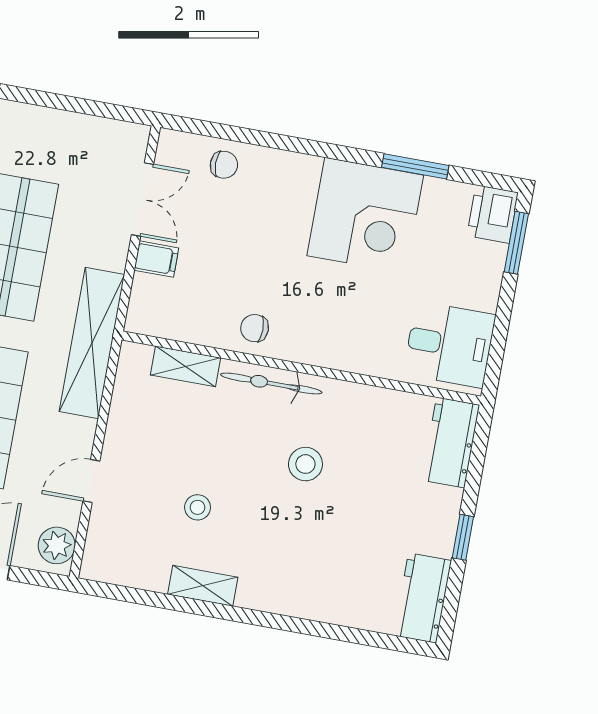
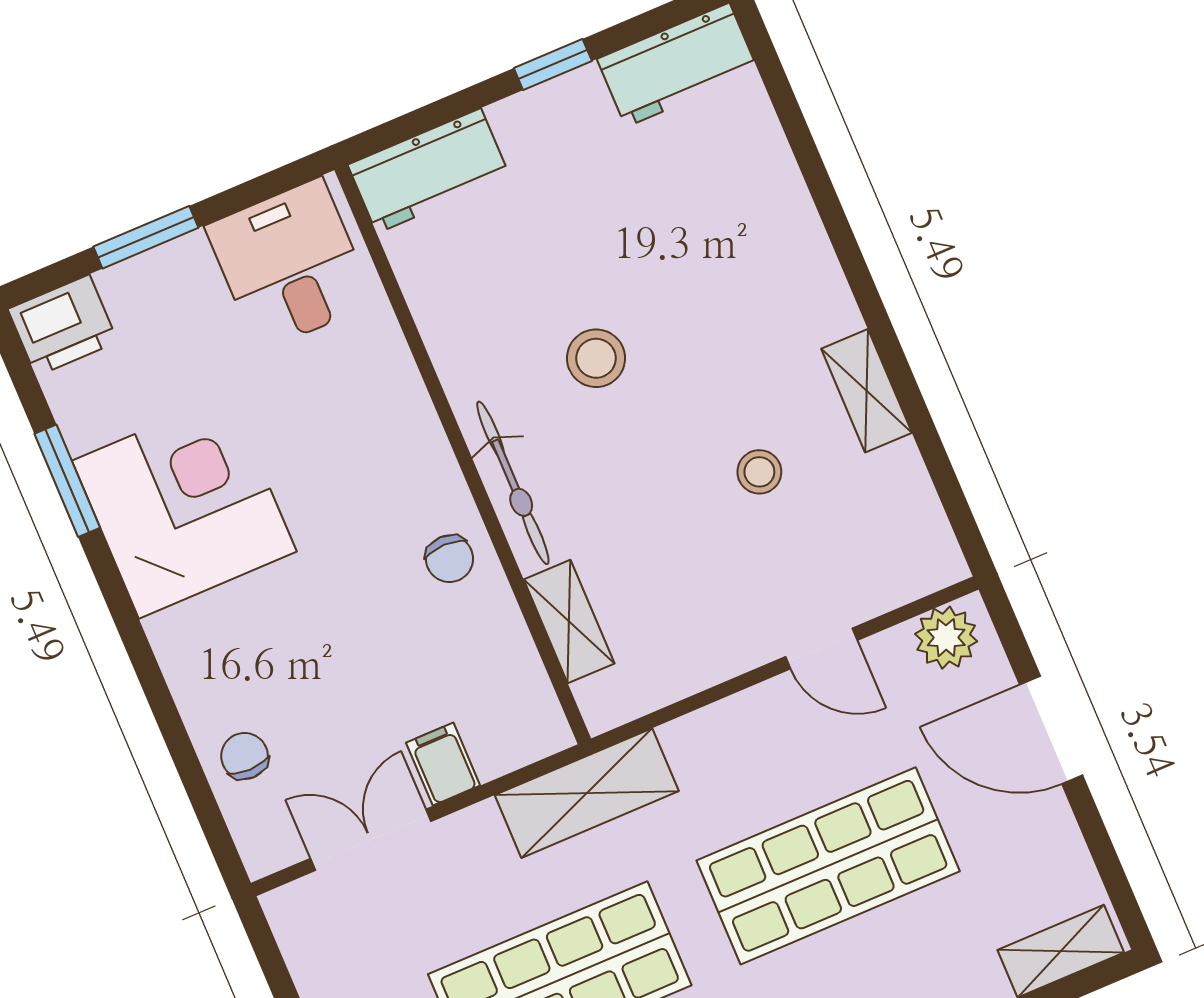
window: (516, 243) -> (146, 237), moved
shelving: (92, 343) -> (587, 793), width x0.68

